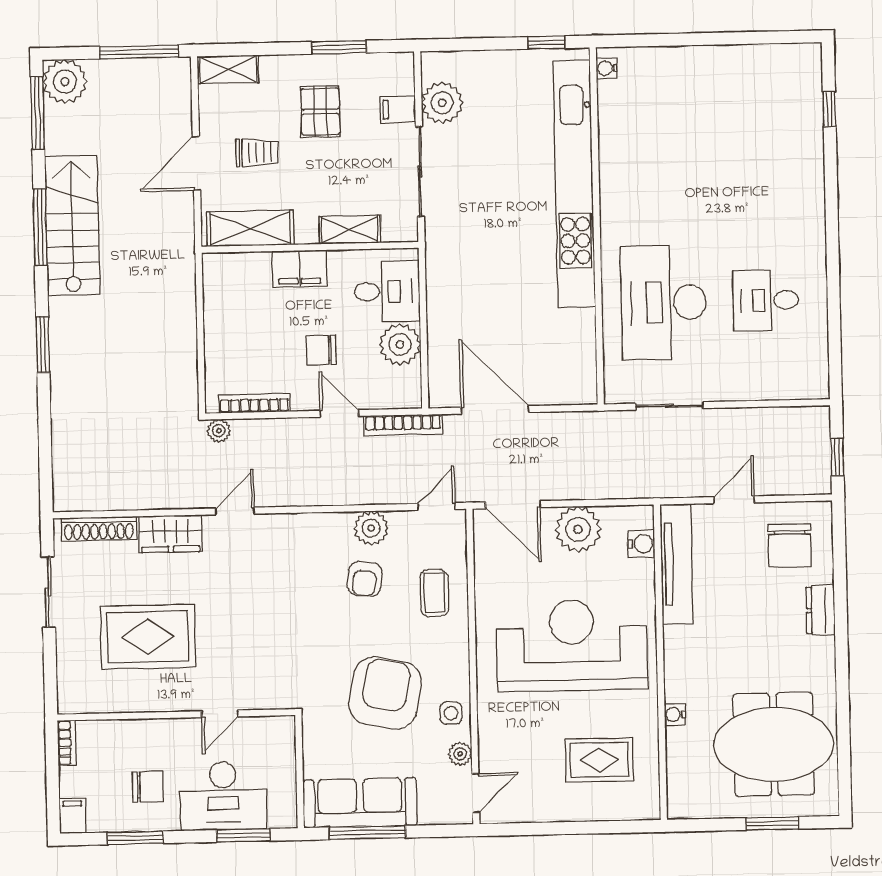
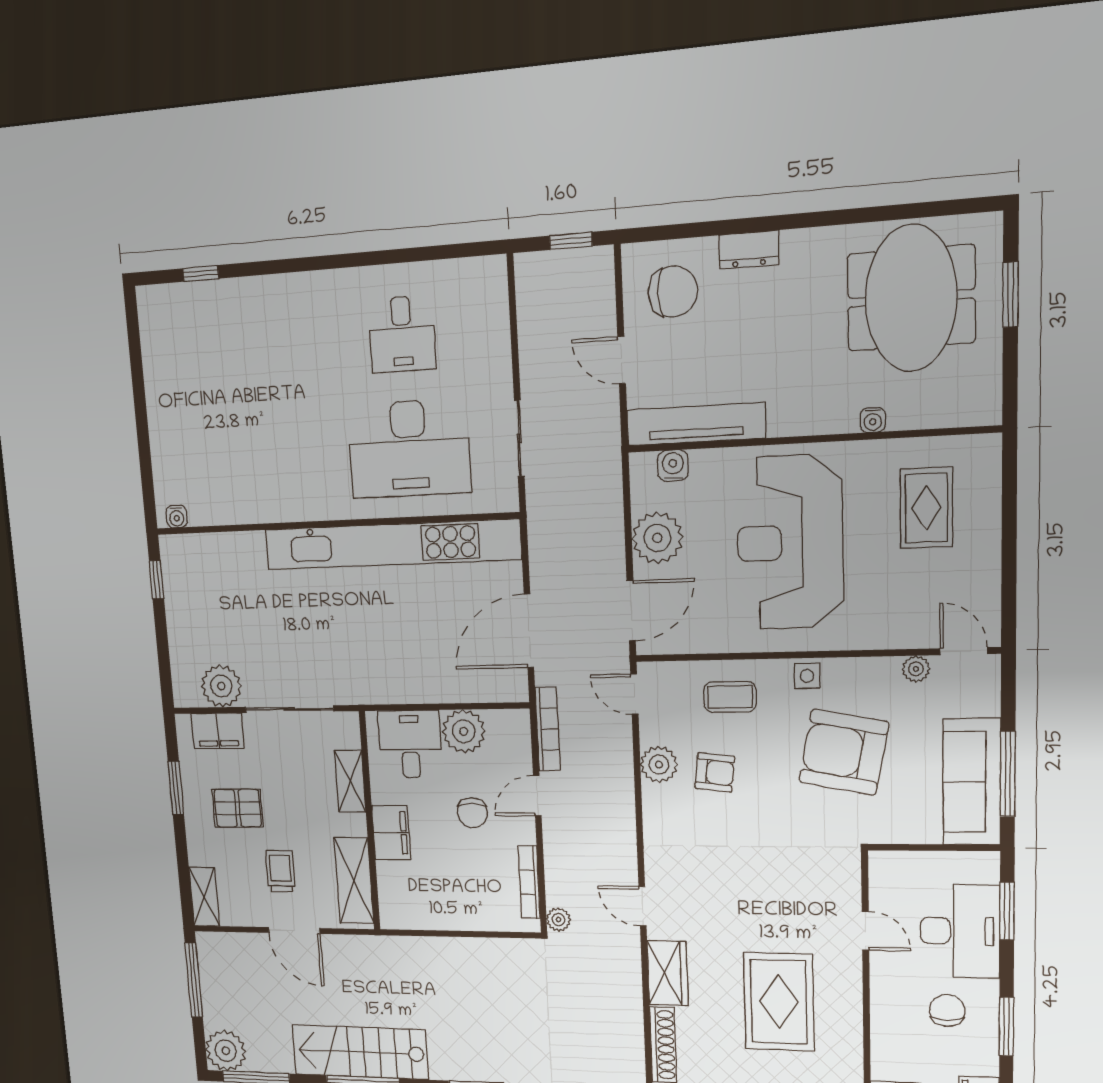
filing cabinet: (398, 109) -> (218, 731), width x2.00
kitchen unit: (574, 184) -> (391, 544), moved
side table: (451, 713) -> (807, 676), moved

